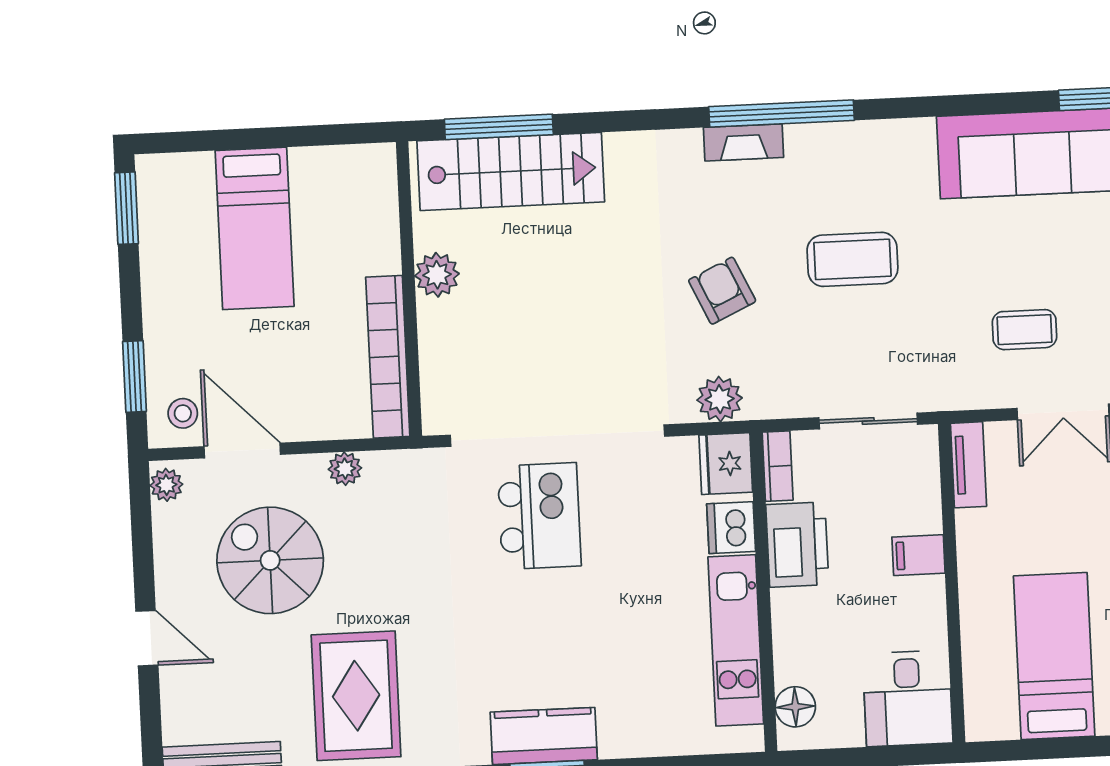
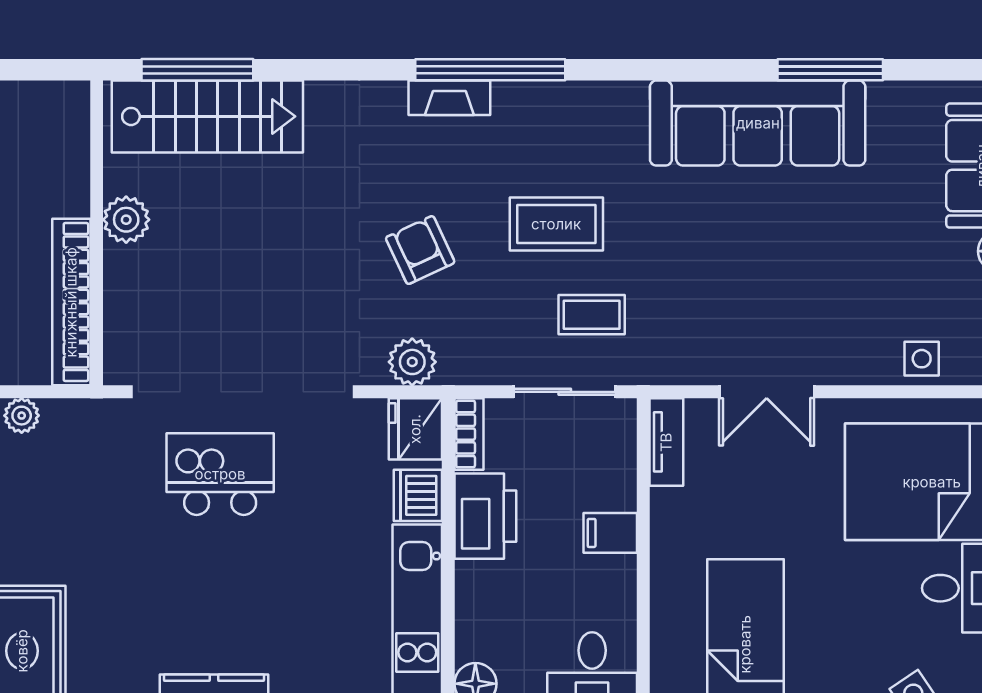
coffee table: (1025, 330) -> (592, 315), moved
kitchen island: (539, 516) -> (220, 474), turned -90

